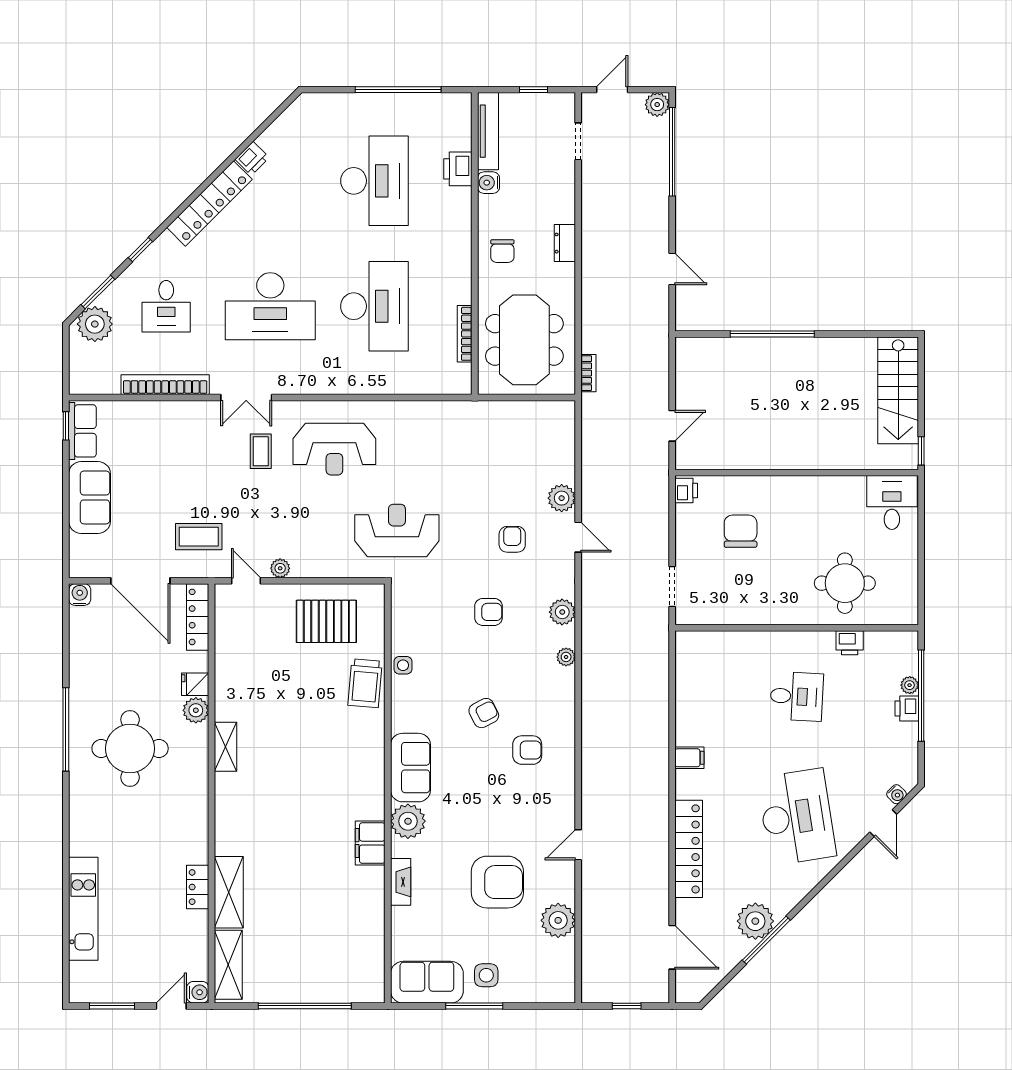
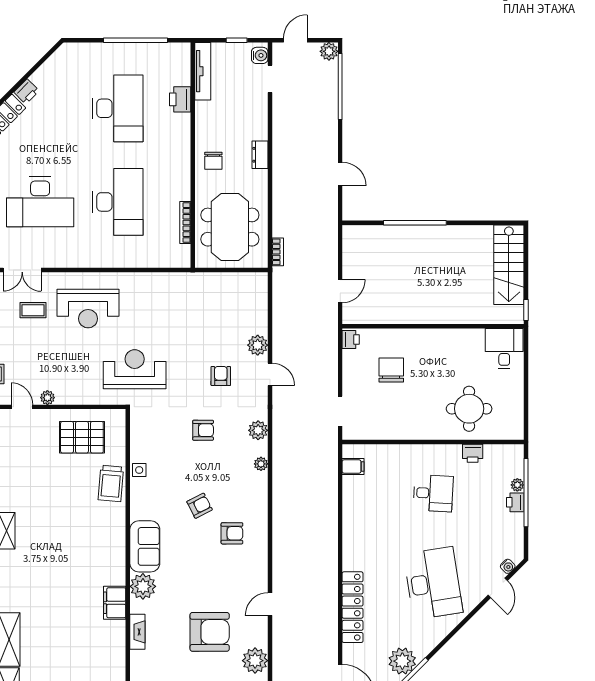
water cooler: (488, 183) -> (260, 55), moved, turned 180
coffee table: (261, 451) -> (33, 310), turned 90
filing cabinet: (689, 758) -> (353, 467), moved

